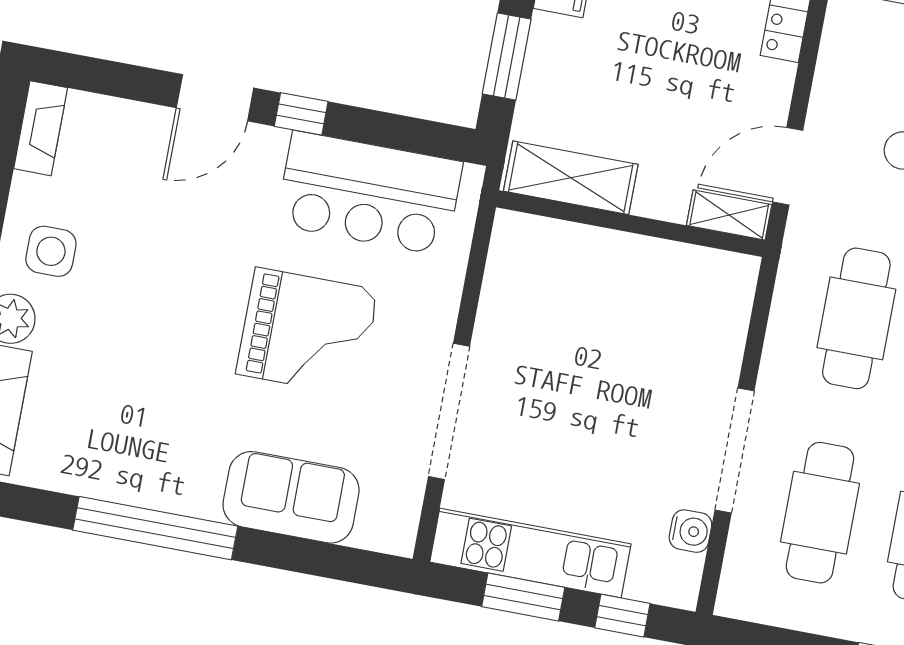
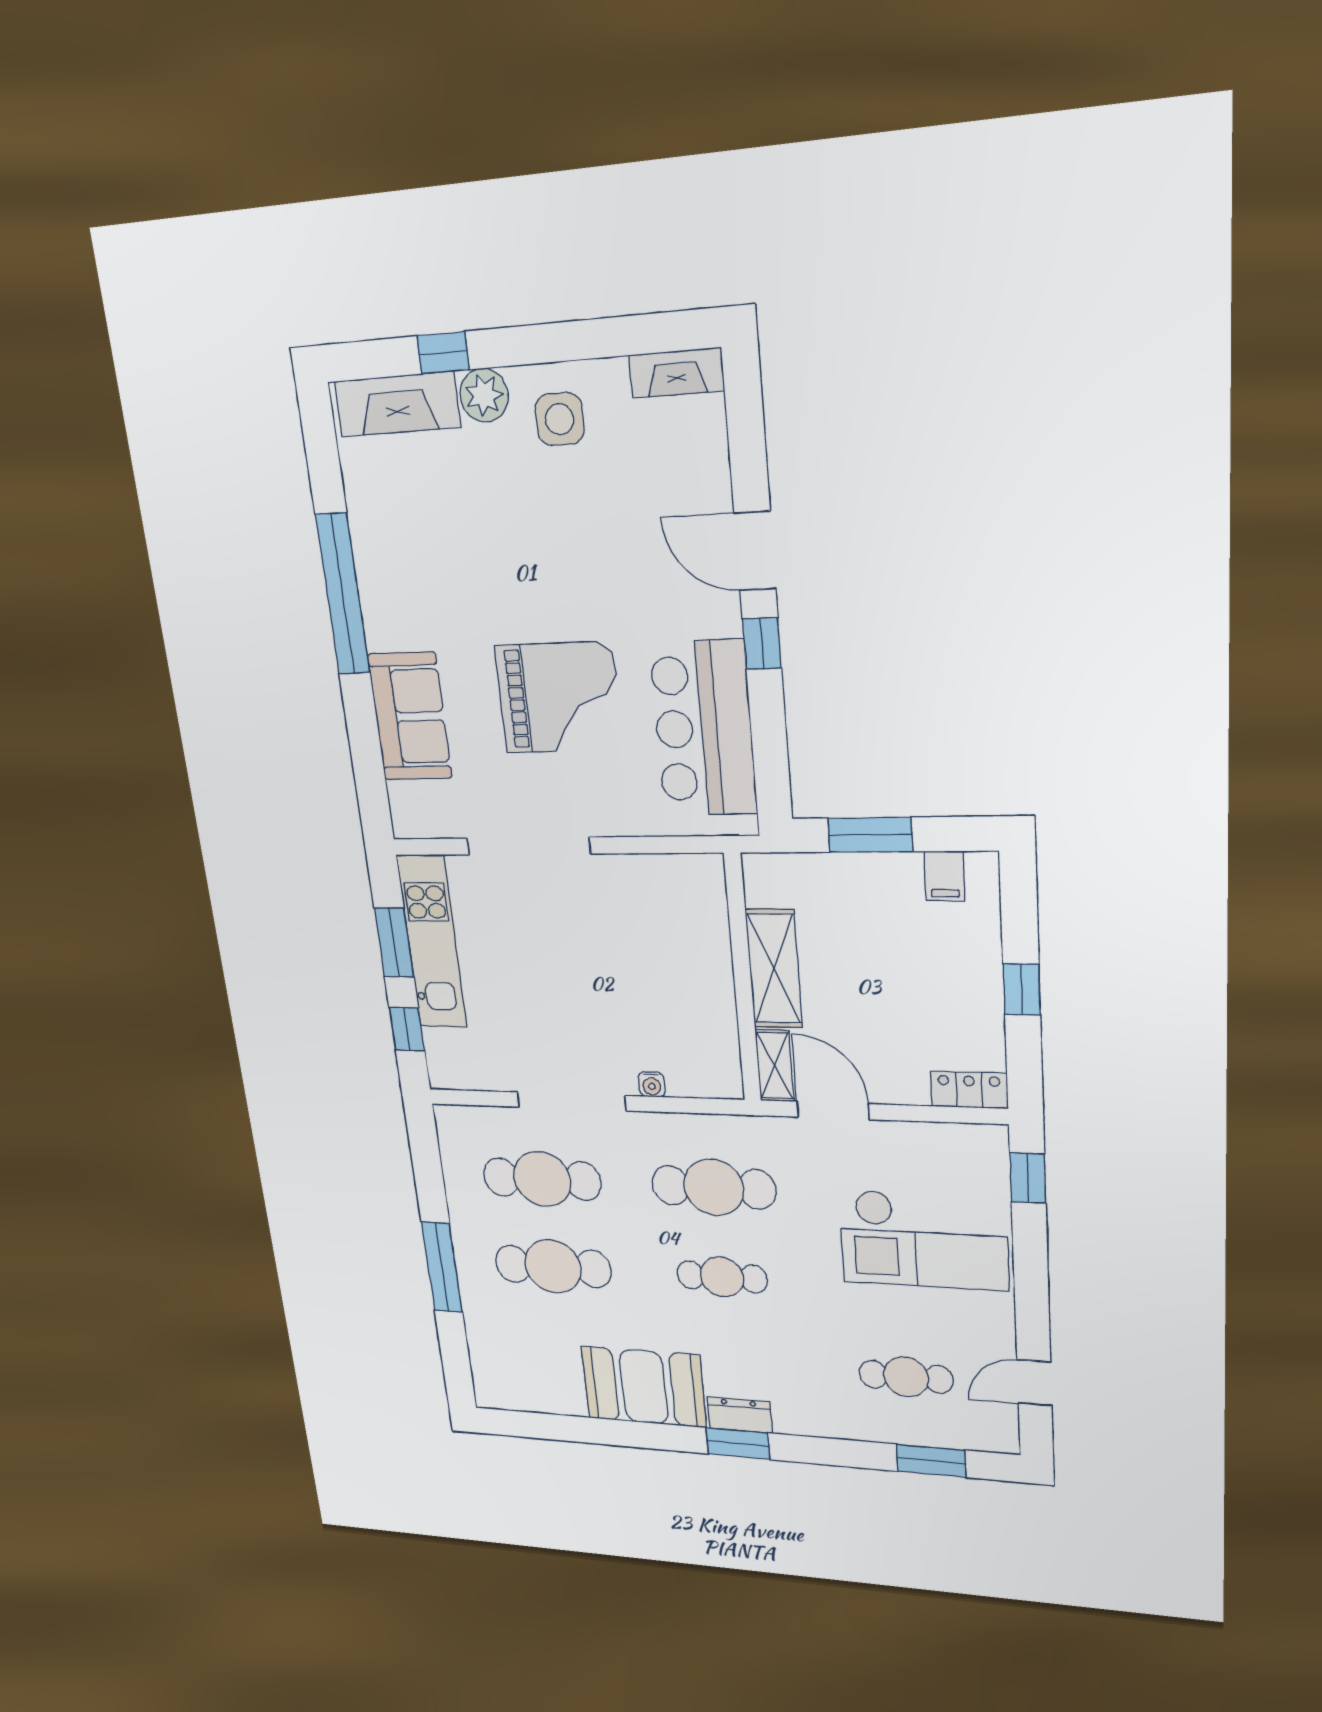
shelving: (571, 178) -> (774, 969), moved
grand piano: (307, 332) -> (559, 698), turned -90
water cooler: (690, 531) -> (652, 1084), moved, width x0.72, depth x0.72

